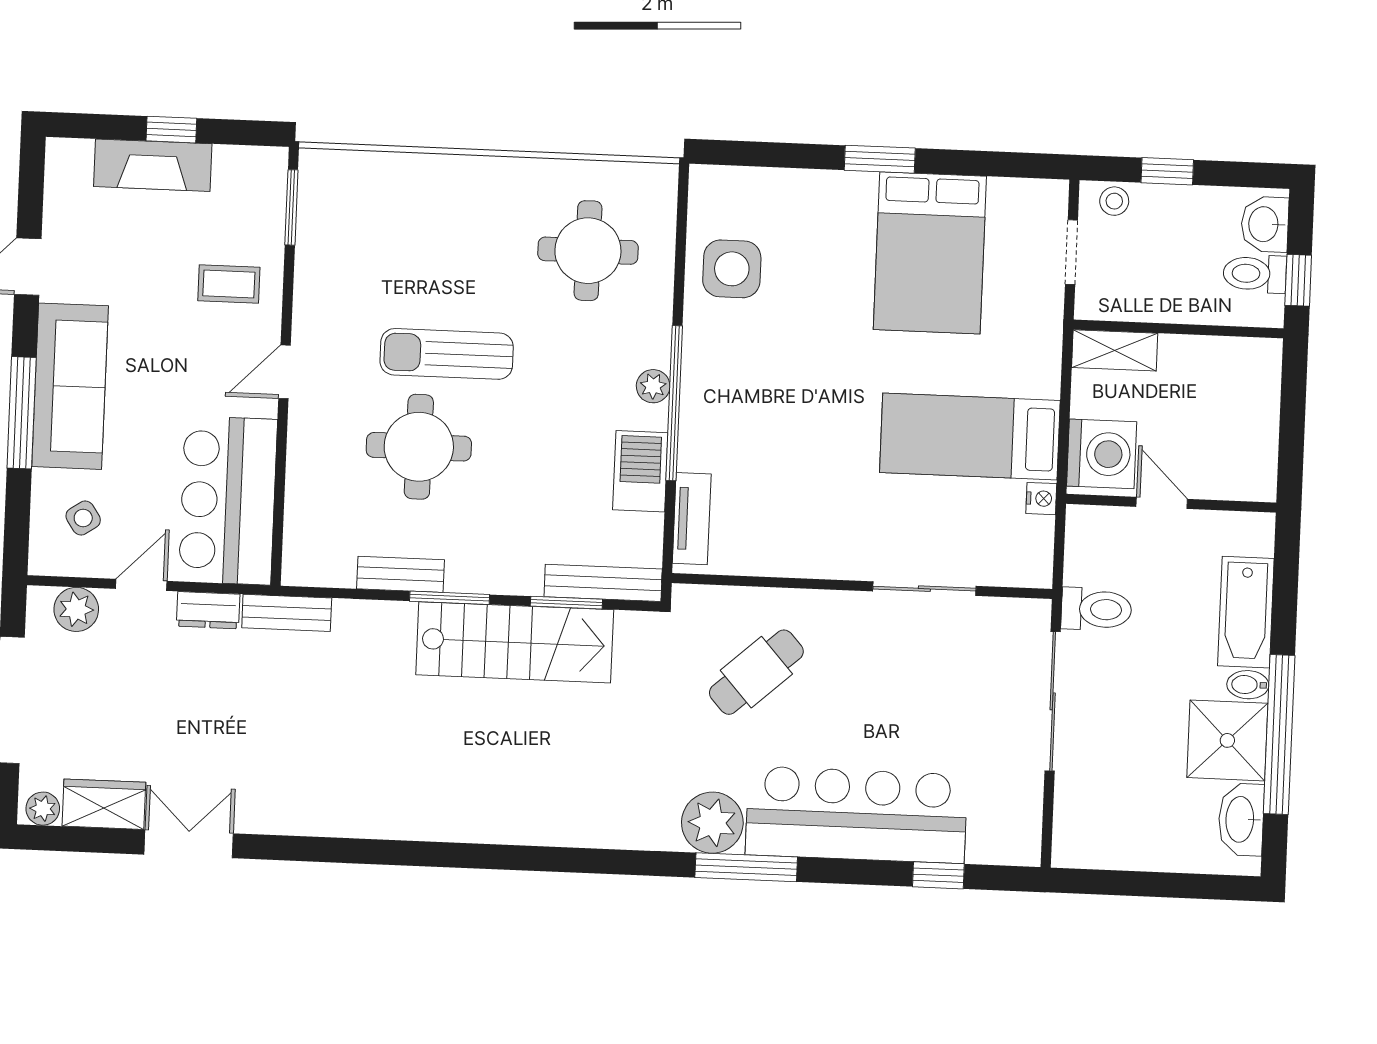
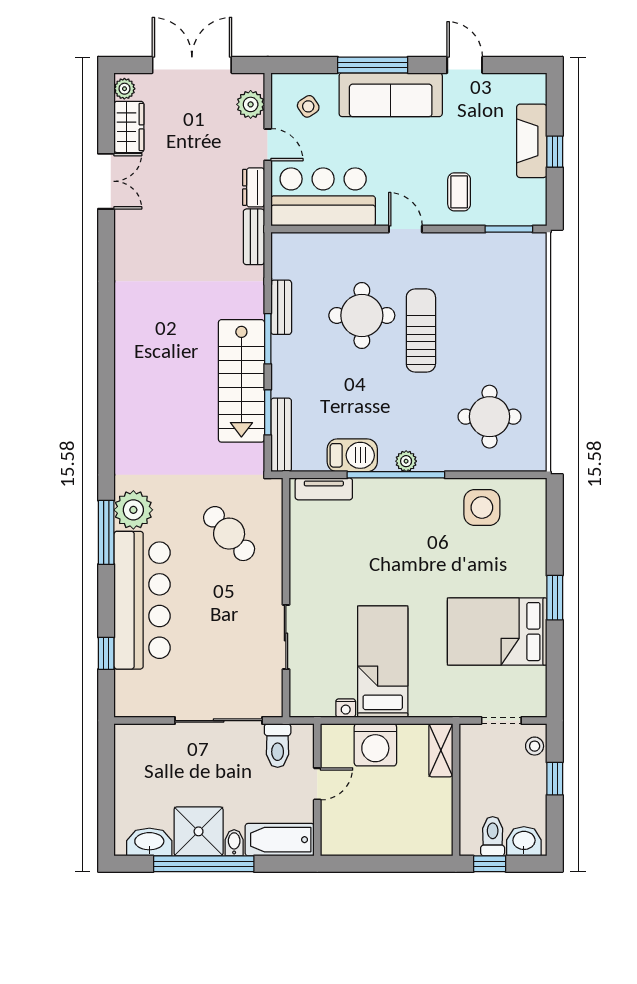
door: (1162, 503) -> (317, 784), moved
wall: (1171, 503) -> (317, 790), moved

